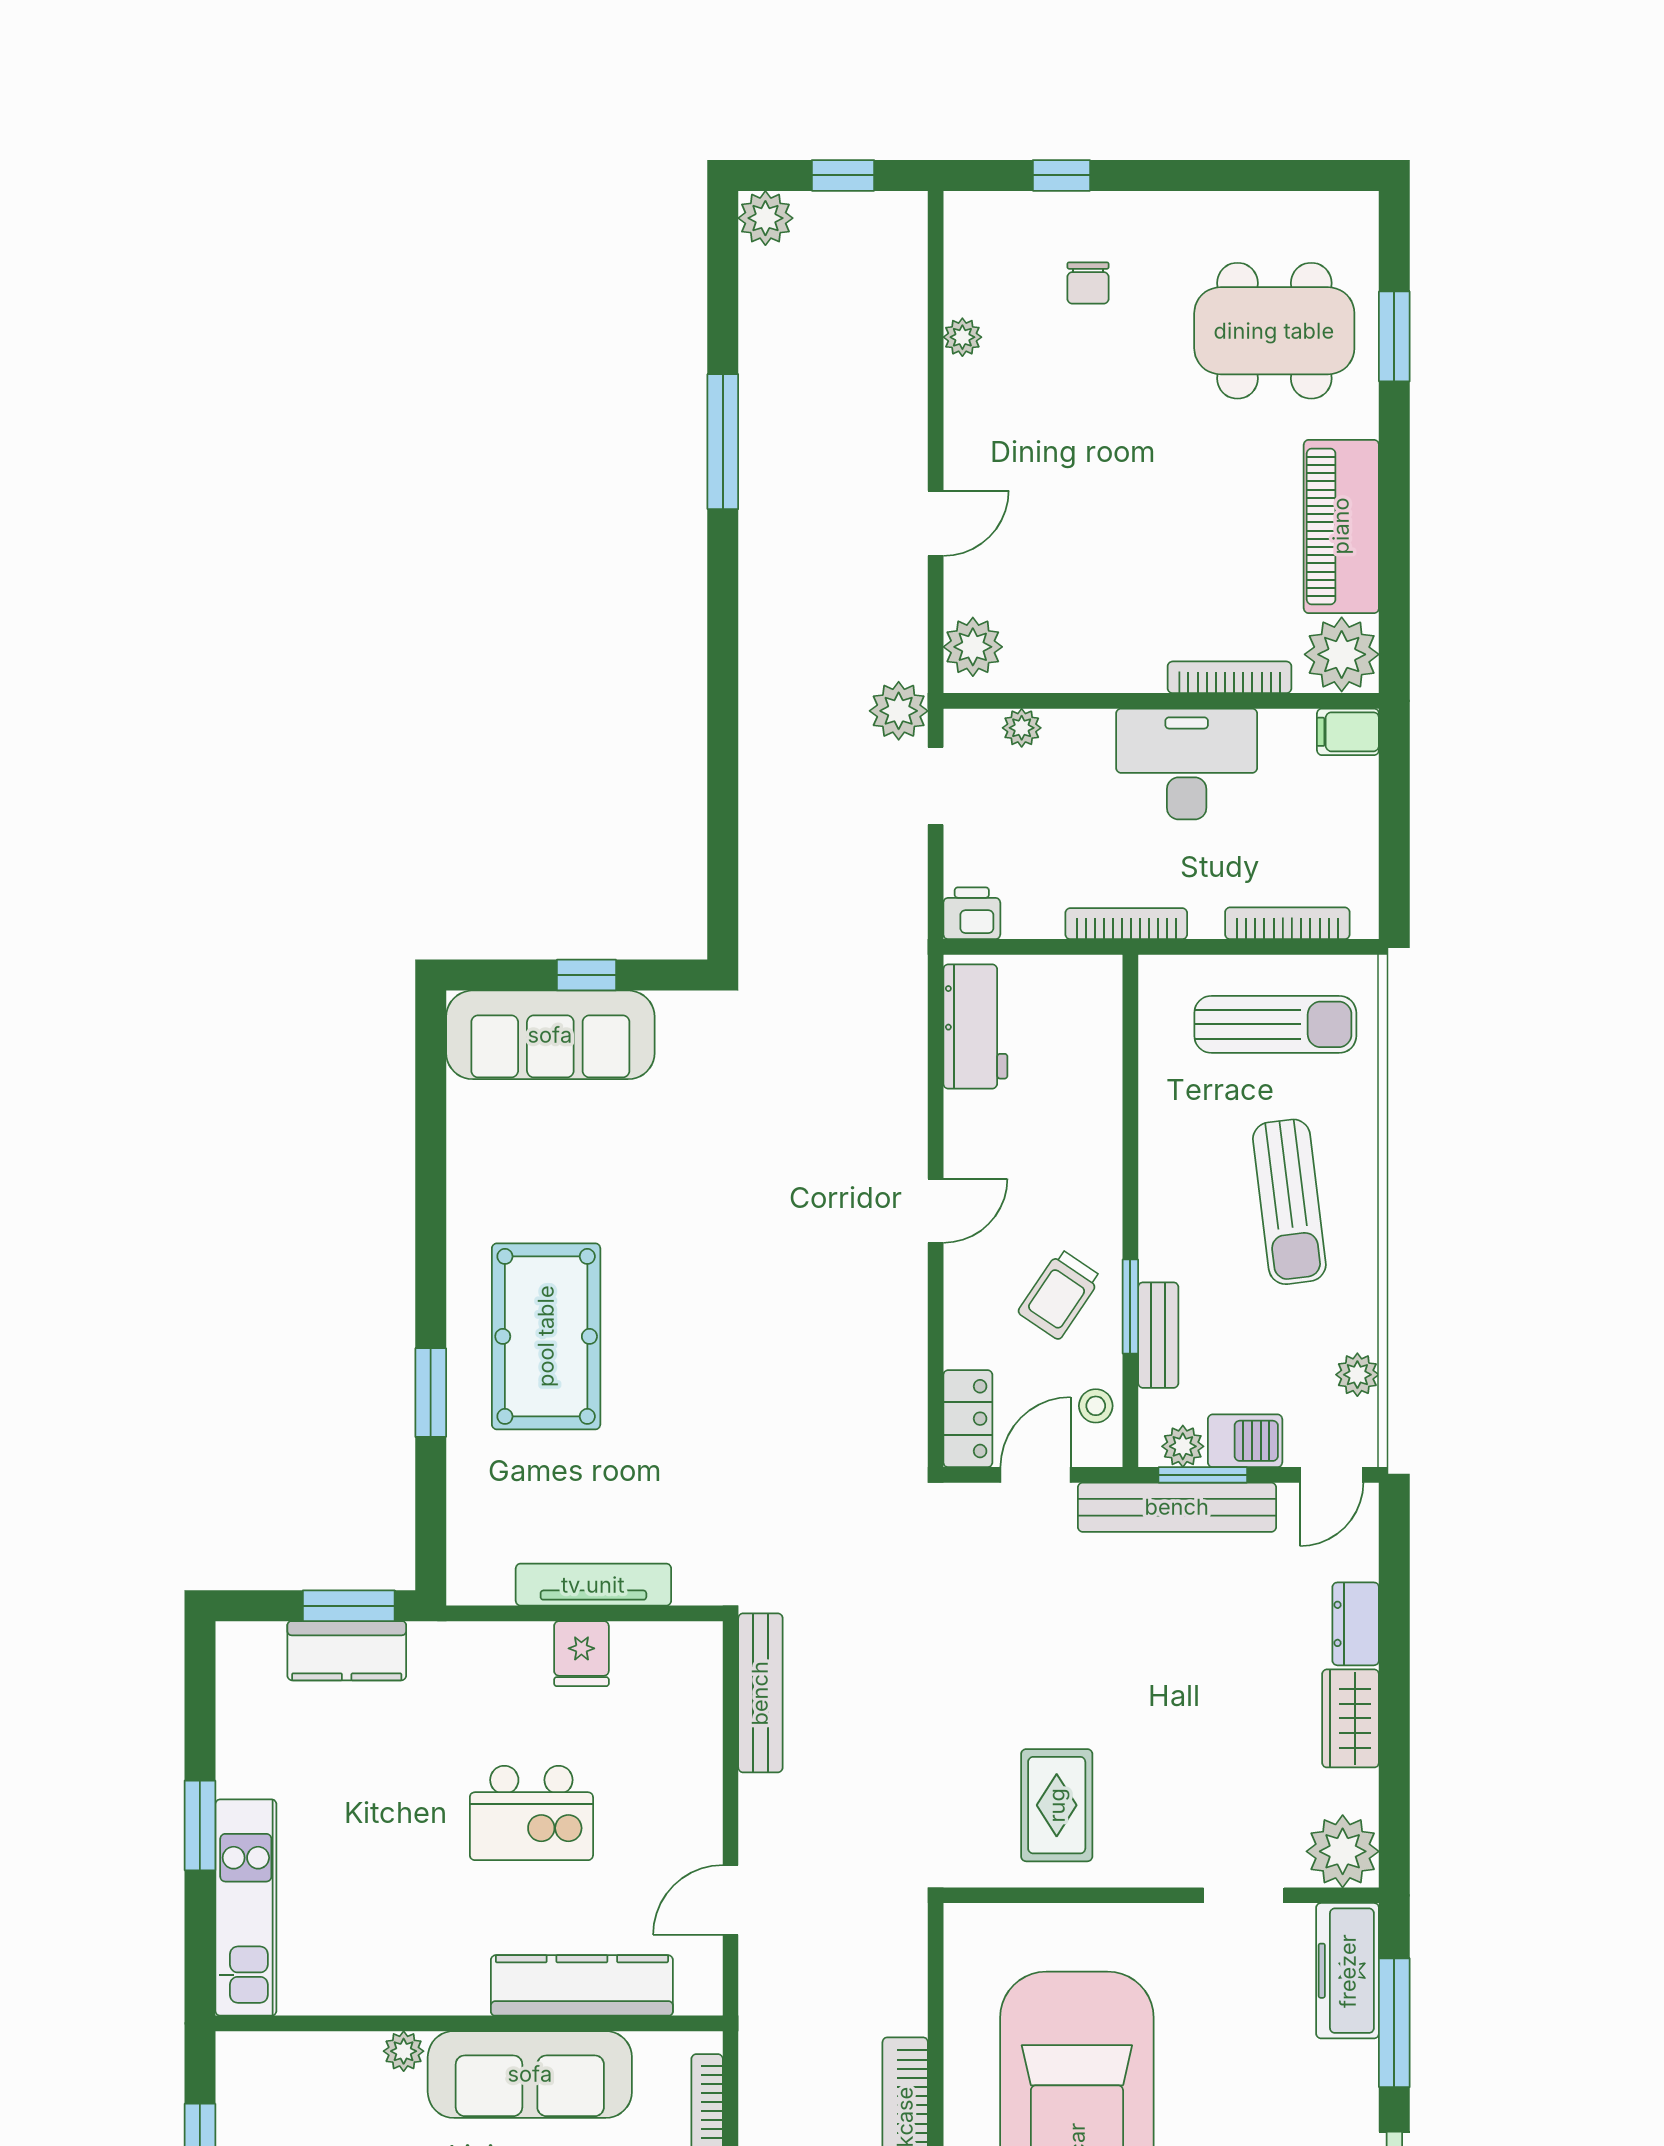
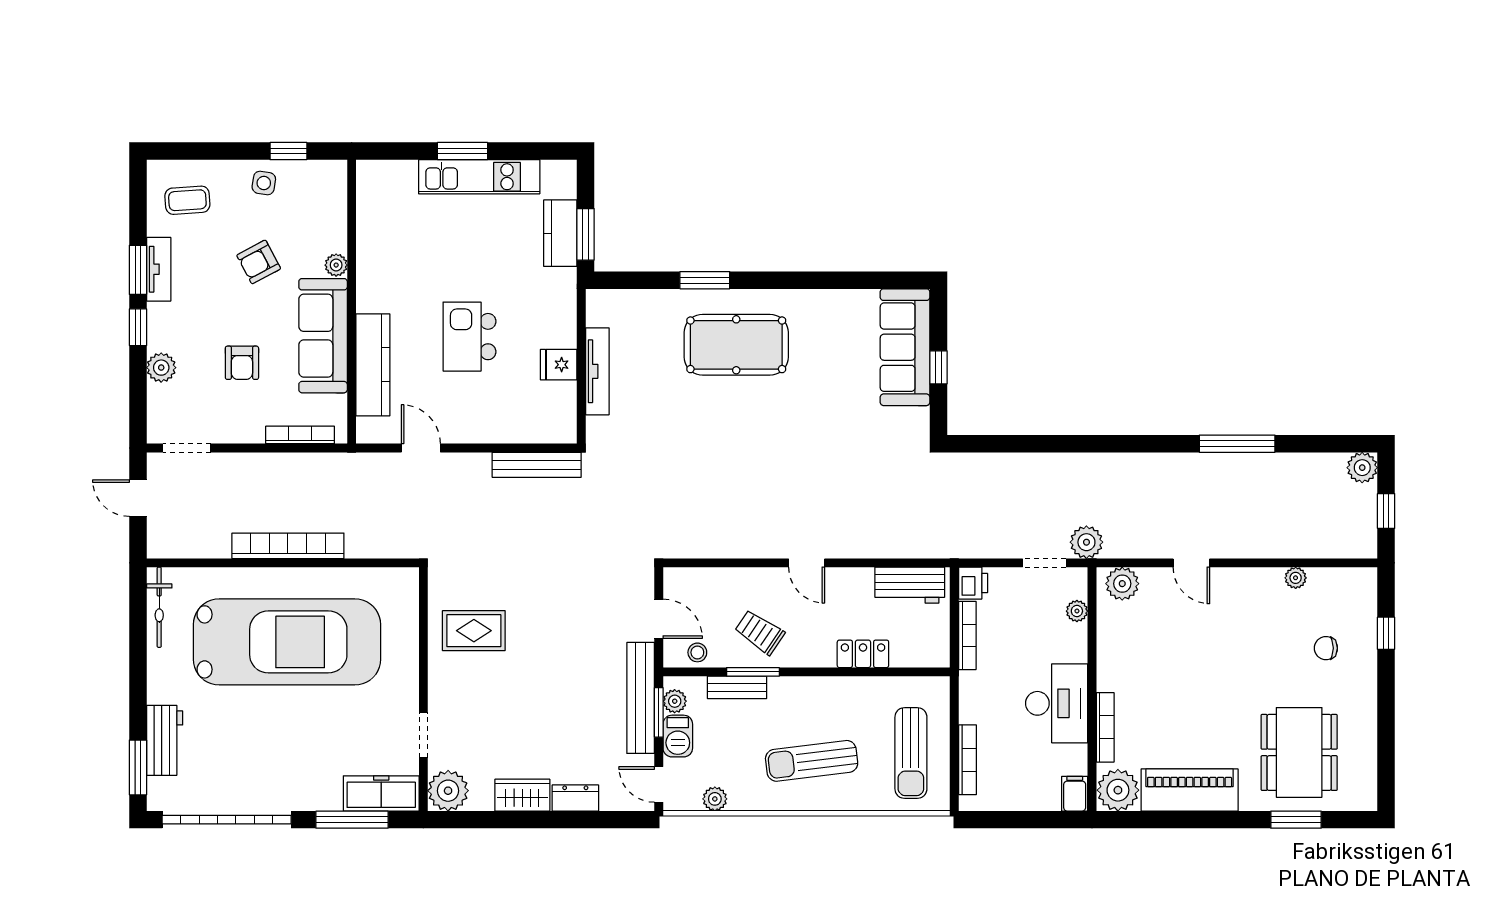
bookcase: (1126, 924) -> (967, 635), moved
locker: (968, 1419) -> (863, 654), moved, turned 180
kitchen unit: (246, 1908) -> (479, 177), moved

